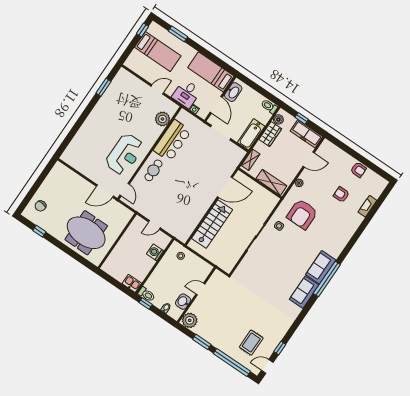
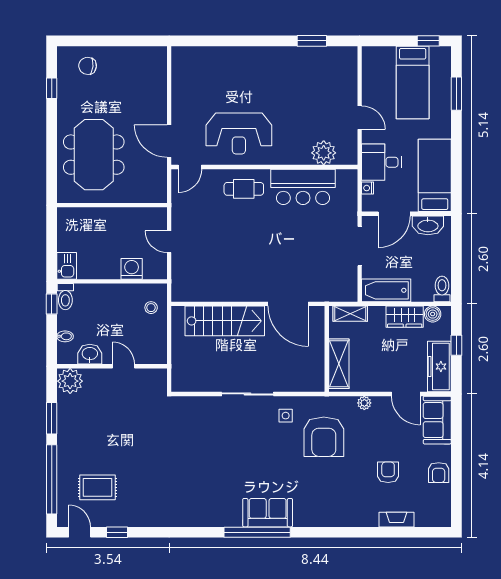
armchair: (302, 214) -> (324, 437), turned -90
sofa: (304, 292) -> (437, 420), moved, turned -90

